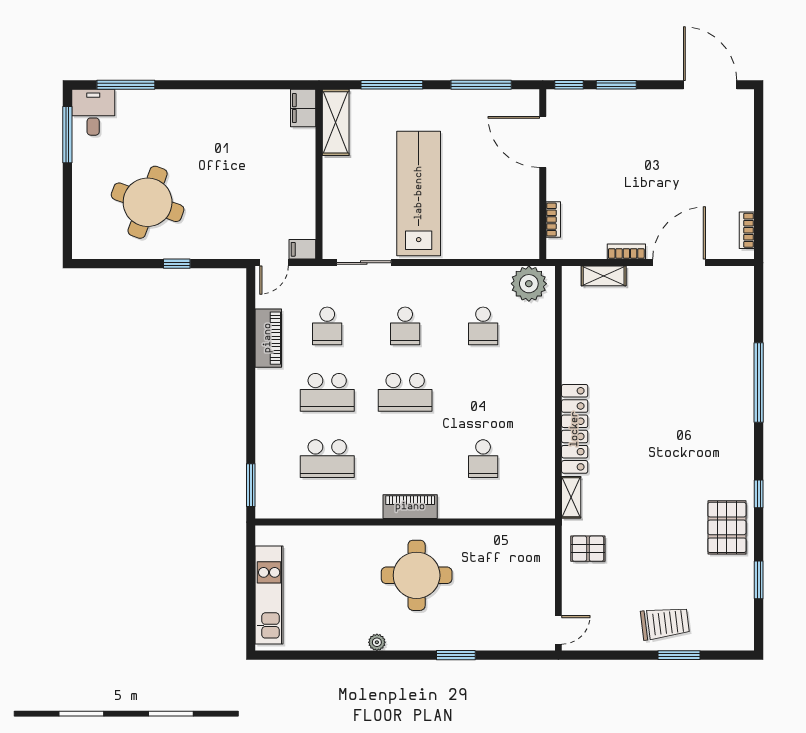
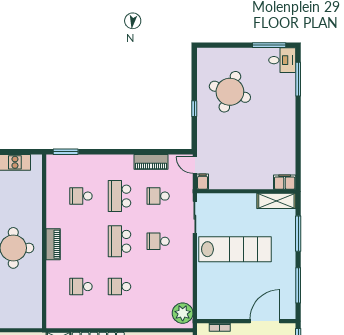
school desk: (483, 326) -> (120, 287), moved
school desk: (327, 459) -> (81, 196), width x0.54

